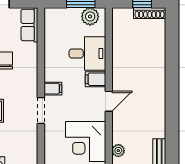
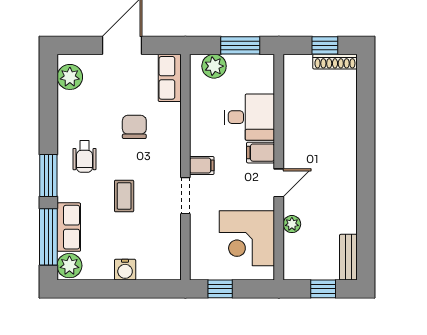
plant: (90, 16) -> (214, 66), moved
plant: (118, 151) -> (292, 224), moved

